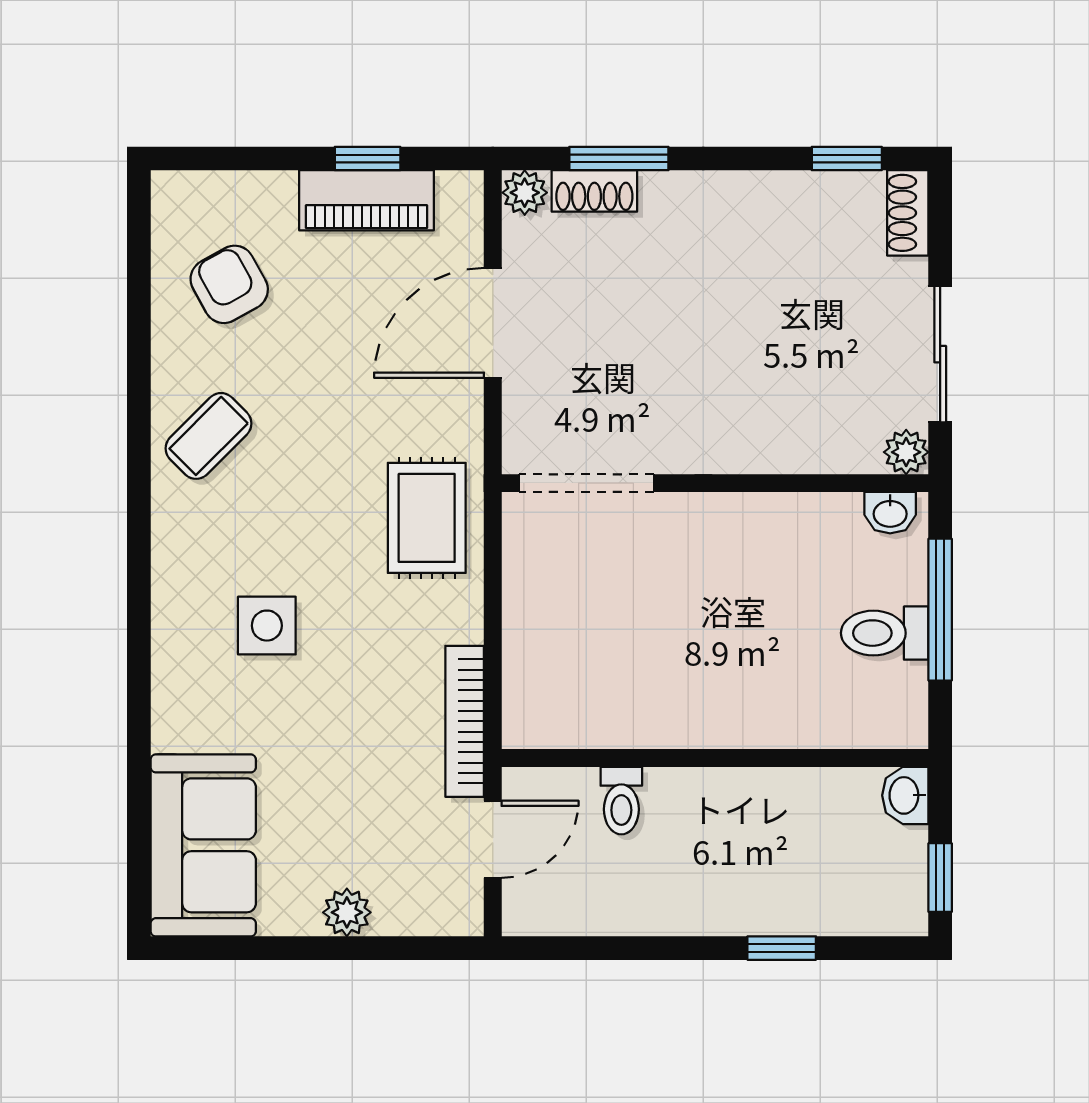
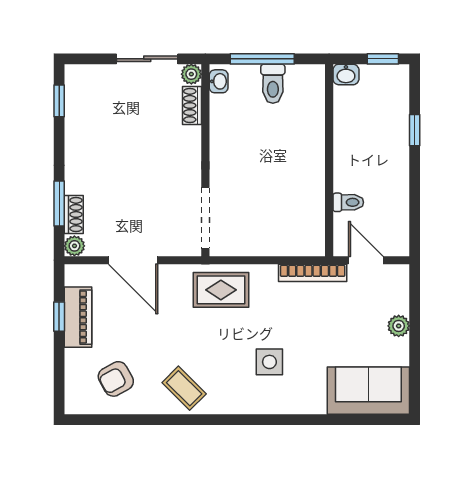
shoe rack: (908, 213) -> (192, 105), moved, turned 90

